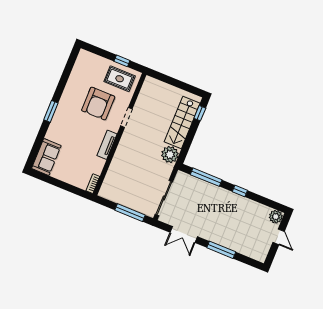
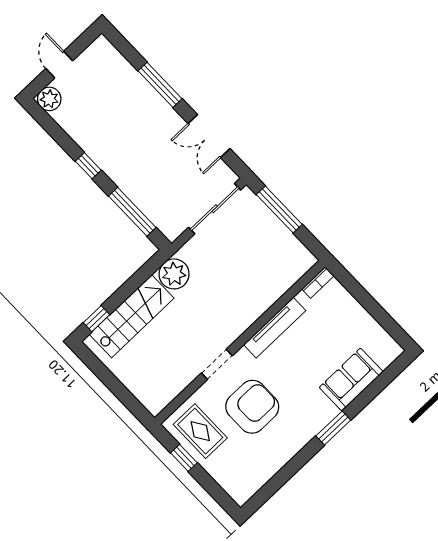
tv unit: (107, 145) -> (275, 328), width x1.41
sofa: (46, 157) -> (351, 380), moved
double door: (184, 235) -> (209, 136), swing flipped

